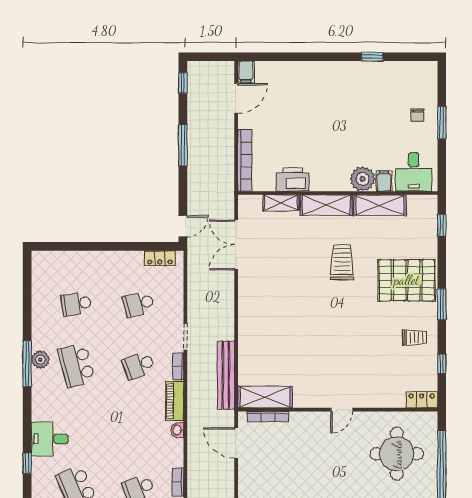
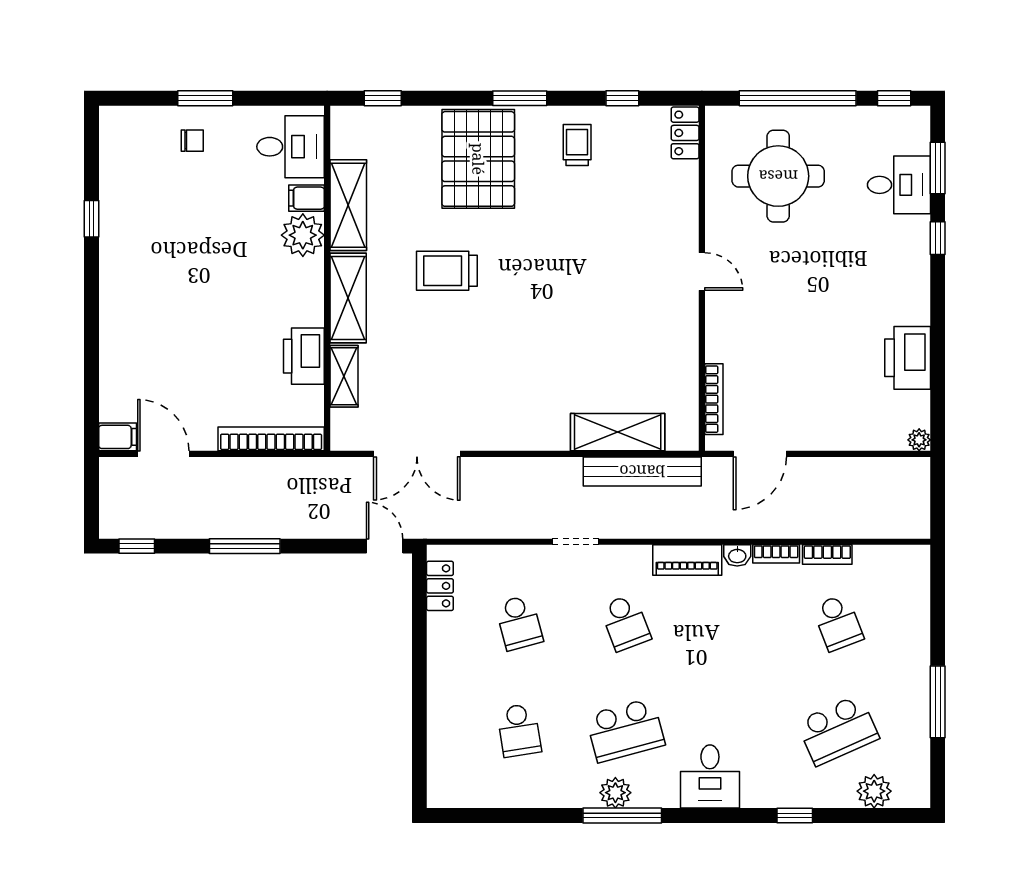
bookcase: (178, 367) -> (776, 554), moved
shelving: (265, 397) -> (618, 432), moved, turned 90
desk: (50, 439) -> (710, 776), moved

